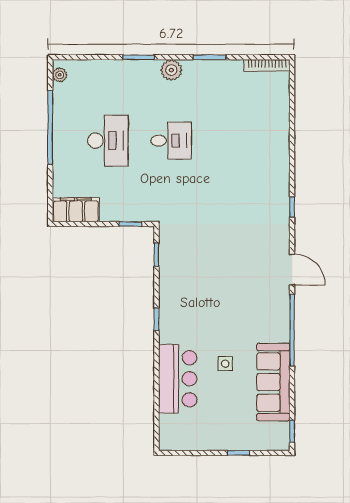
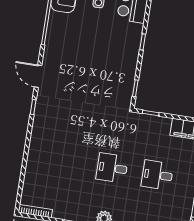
desk: (108, 141) -> (157, 175), width x0.73
door: (292, 270) -> (38, 76), moved

